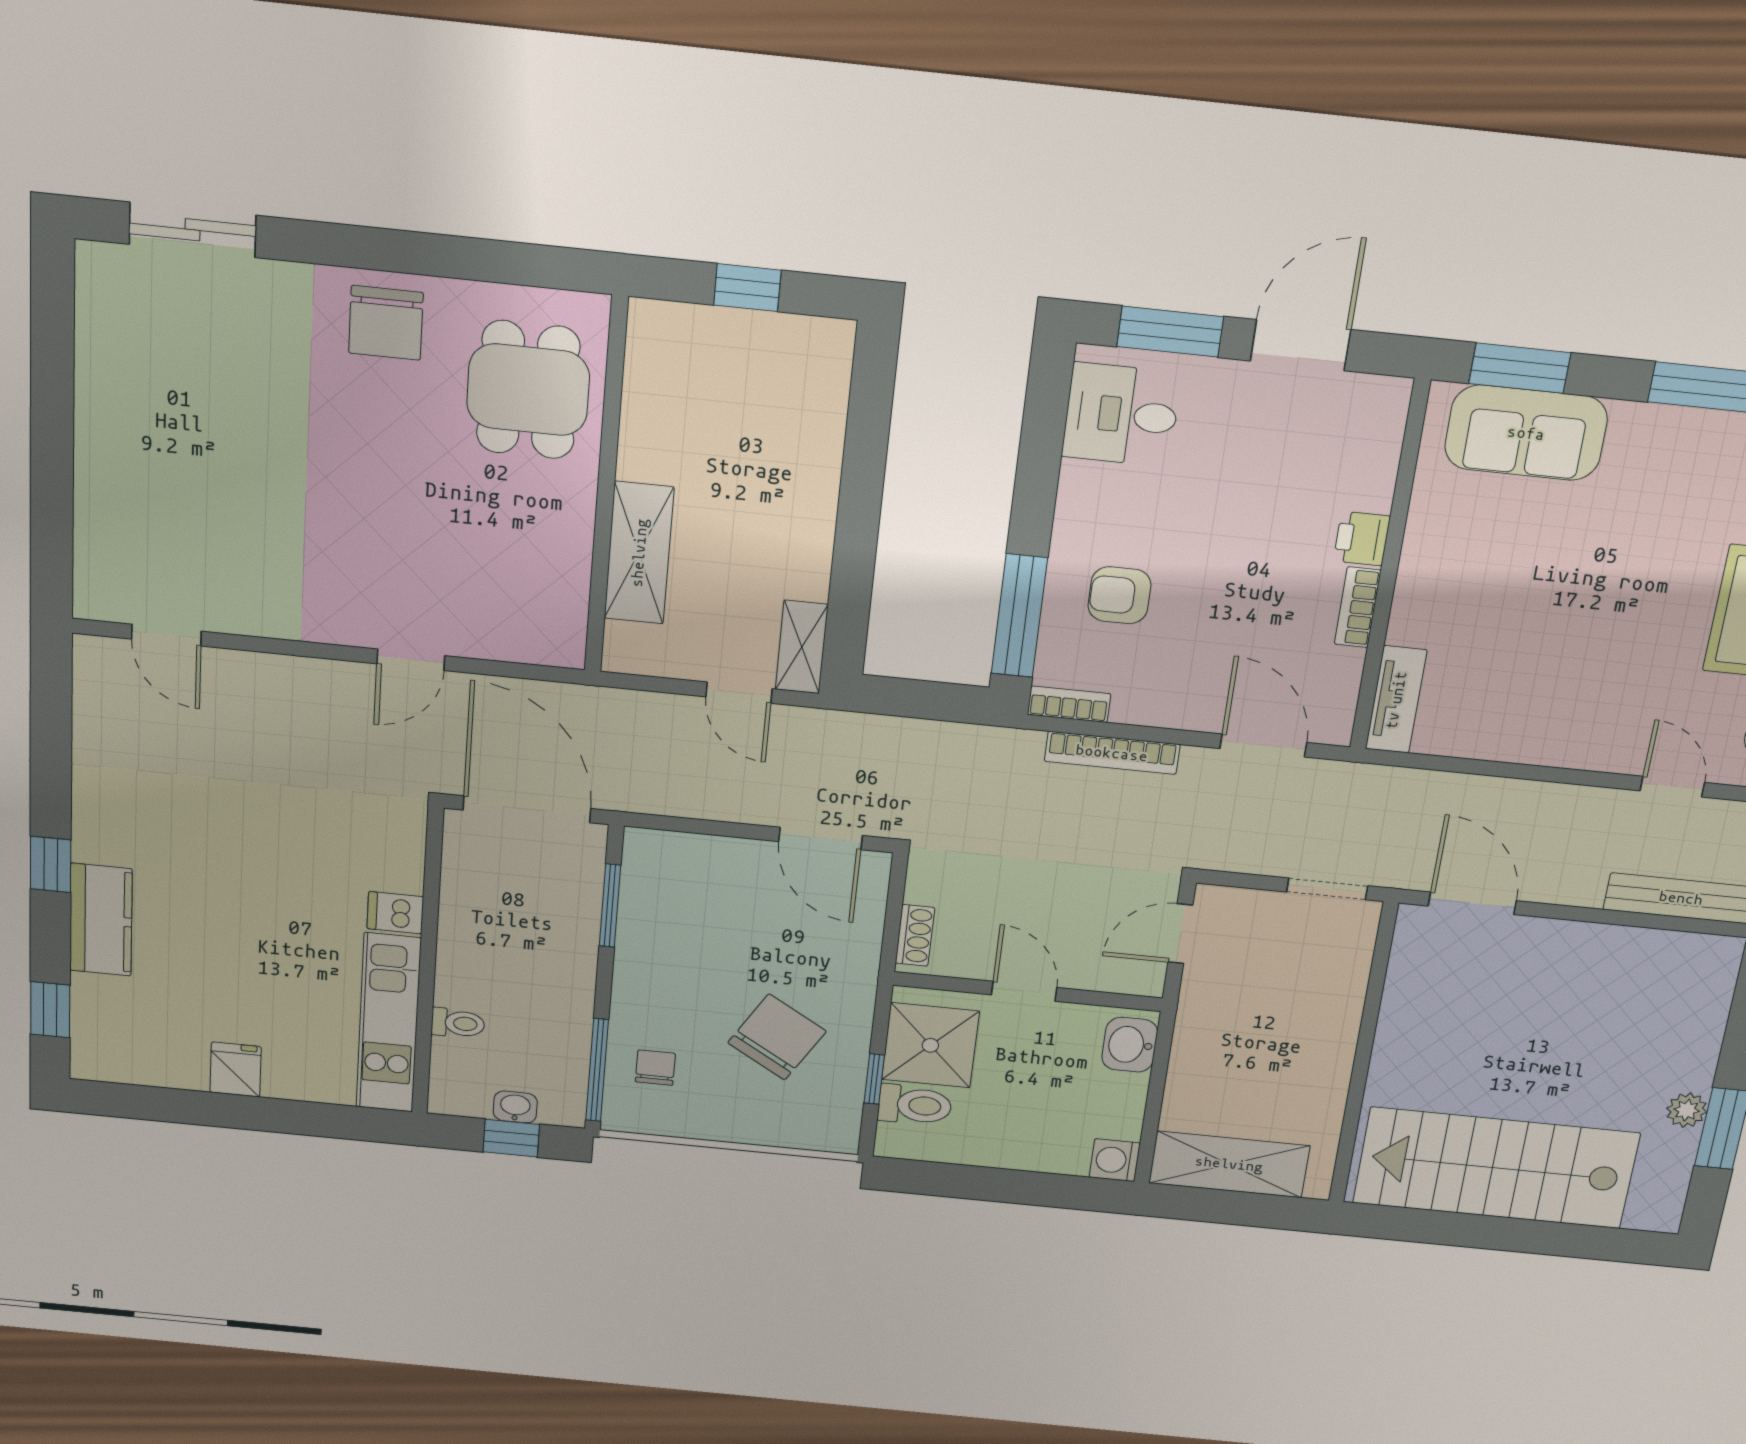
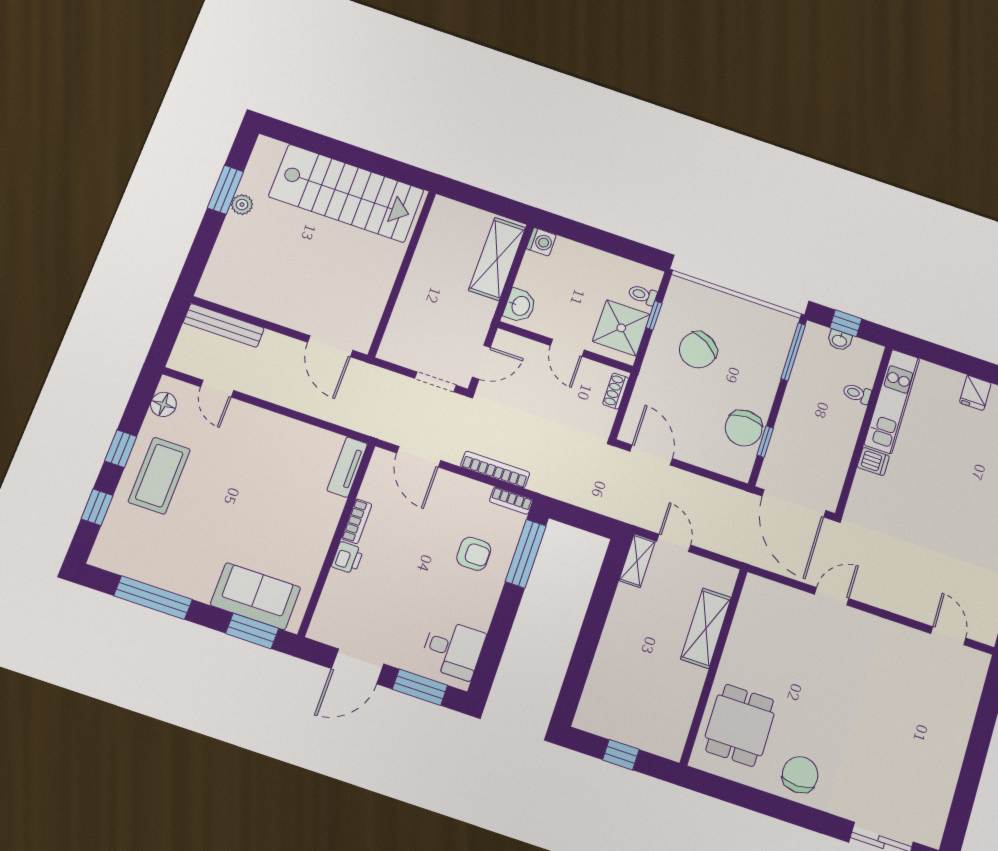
doorway: (1327, 889) -> (435, 382), moved
window: (610, 906) -> (765, 442), width x0.67
chair: (655, 1068) -> (744, 428), moved, width x1.87, depth x1.87
toilet: (915, 1105) -> (643, 295), width x0.73, depth x0.72
shelving: (1229, 1164) -> (497, 259), moved, turned 90

